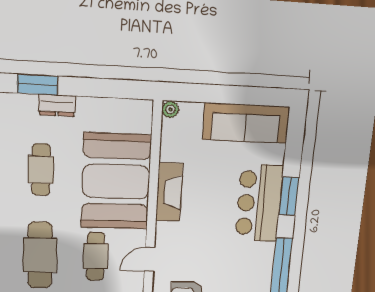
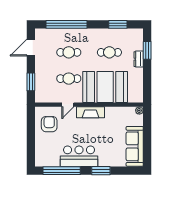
fireplace: (169, 192) -> (90, 112), moved
bar counter: (259, 203) -> (79, 156), moved
cafe table: (40, 255) -> (69, 52), width x0.73, depth x0.74
door: (149, 259) -> (68, 105), swing flipped

